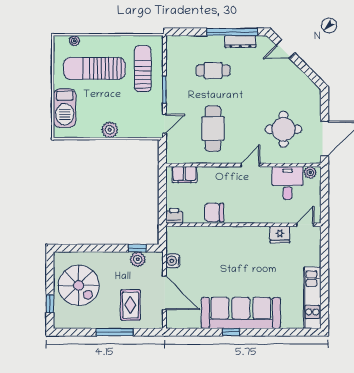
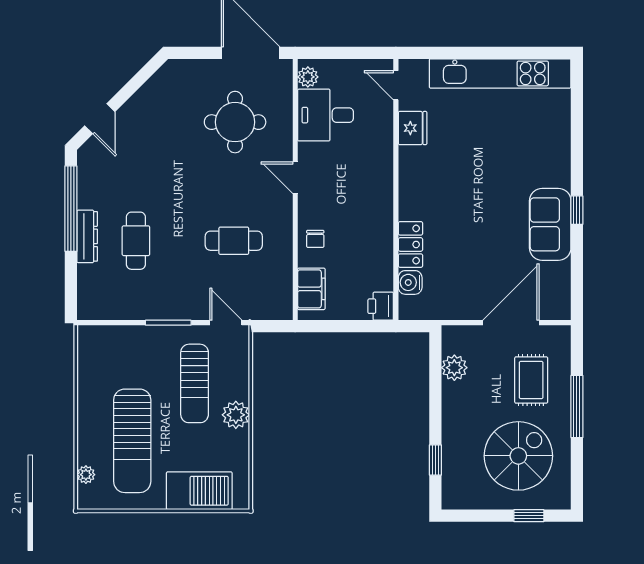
dresser: (240, 42) -> (87, 236), moved
sun lounger: (143, 69) -> (195, 383), moved, turned -90
cafe table: (213, 129) -> (234, 241), width x0.73, depth x0.74
chair: (214, 213) -> (315, 239), moved, width x0.54, depth x0.54
locker: (211, 233) -> (410, 244), added
window: (137, 248) -> (435, 460), moved
water cooler: (173, 261) -> (410, 282), moved, turned 90
spiral stairs: (79, 285) -> (518, 456), moved
kitchen unit: (312, 298) -> (500, 73), width x1.36
rug: (130, 305) -> (531, 380), turned 90
sofa: (241, 313) -> (550, 224), width x0.54, depth x0.79

